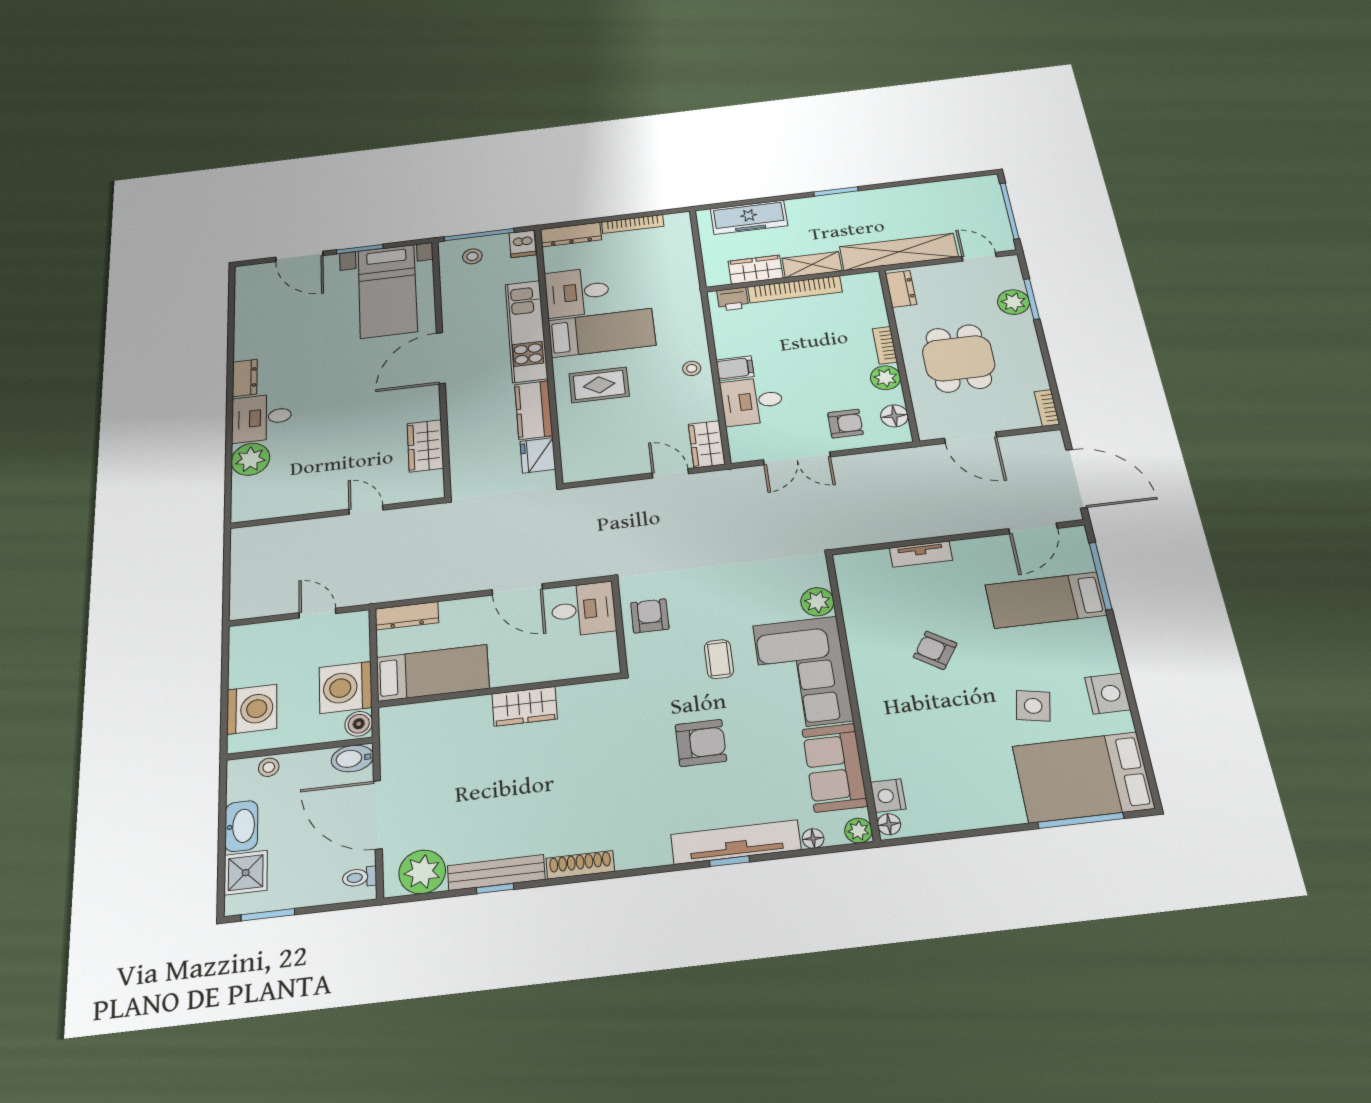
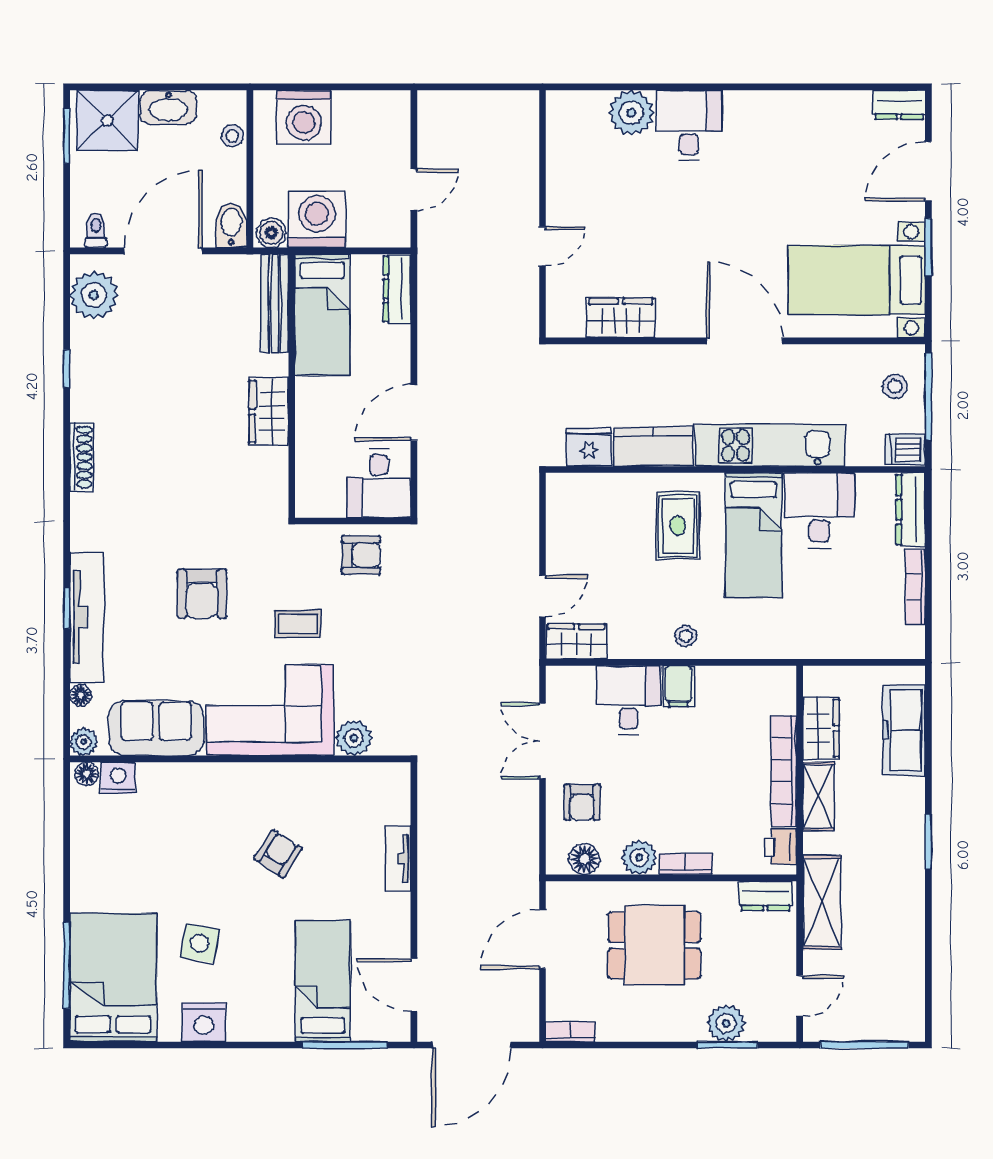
shelving: (899, 252) -> (822, 902), width x0.68
printer: (733, 299) -> (781, 847), moved
dresser: (245, 378) -> (899, 105), moved
shower: (246, 873) -> (107, 120), width x1.36, depth x1.36
bench: (496, 873) -> (275, 303), moved

